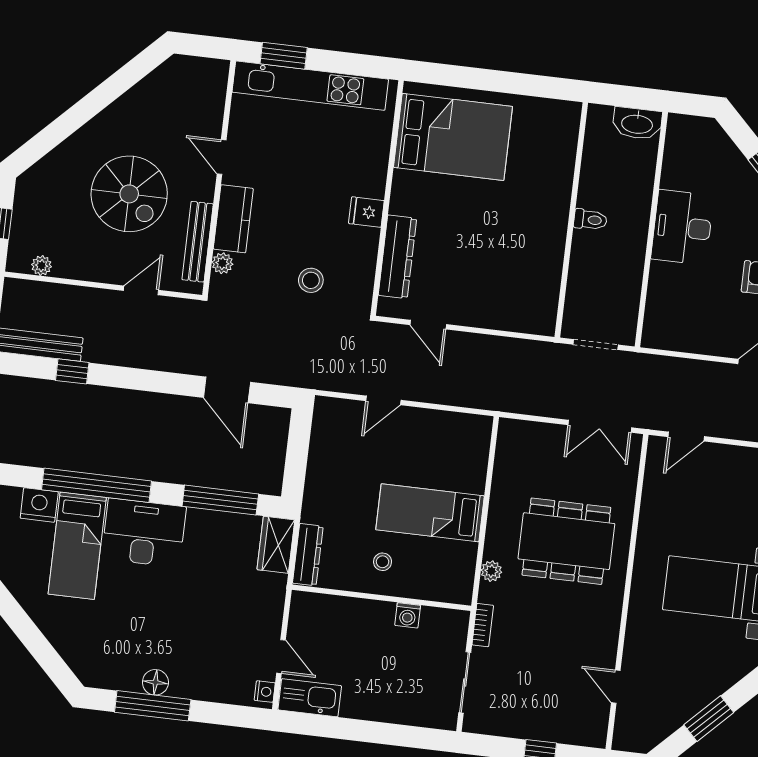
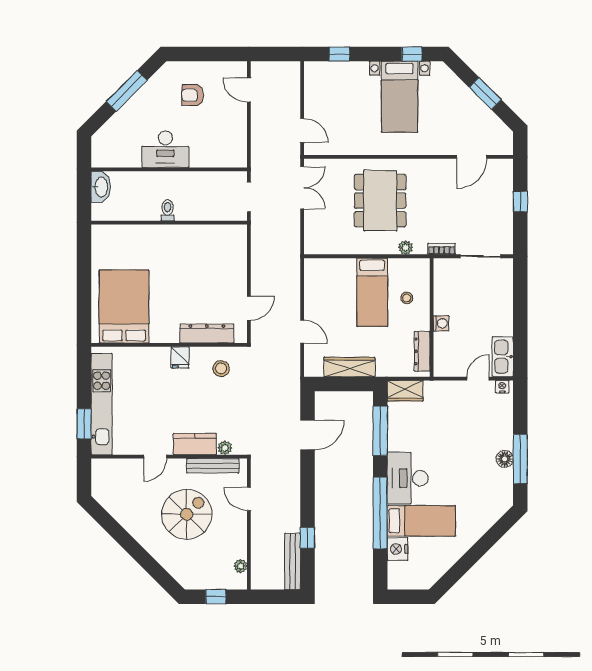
stool: (311, 280) -> (221, 369), moved
wardrobe: (322, 465) -> (350, 367), added
dresser: (308, 555) -> (422, 351), moved, turned -90
stool: (383, 562) -> (407, 298), moved
washing machine: (408, 615) -> (441, 323), moved
door: (616, 687) -> (472, 157), width x1.38

